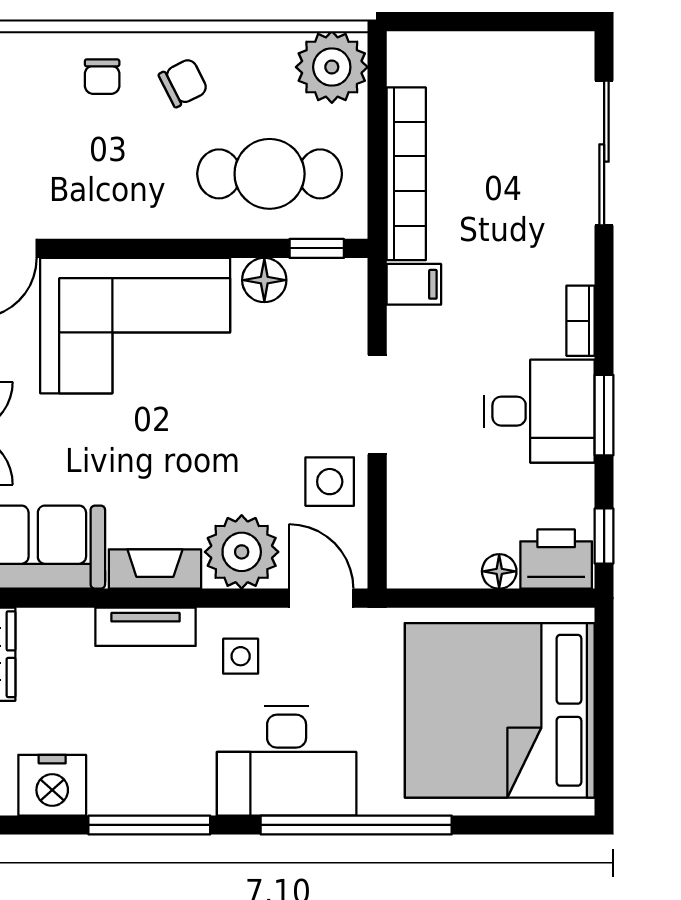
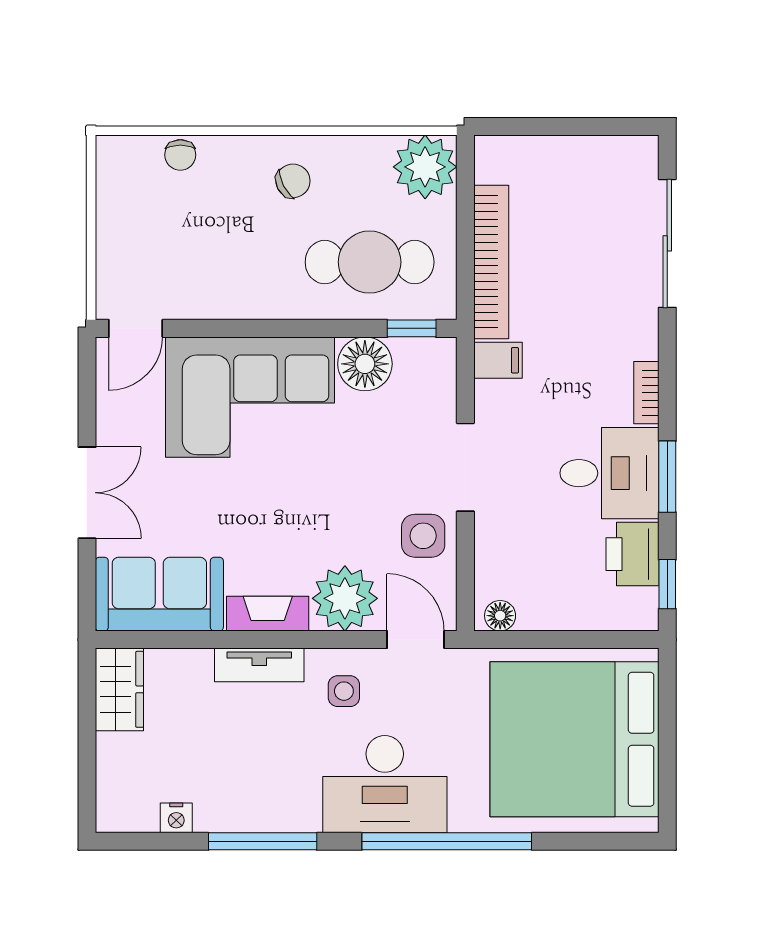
chair: (102, 77) -> (180, 155), moved
floor lamp: (264, 280) -> (365, 364), width x1.38, depth x1.38
printer: (556, 559) -> (632, 554), moved, turned -90
floor lamp: (499, 571) -> (500, 616), moved
nightstand: (52, 785) -> (176, 818), width x0.53, depth x0.56

